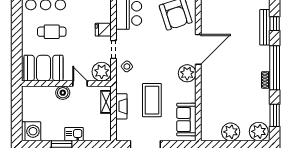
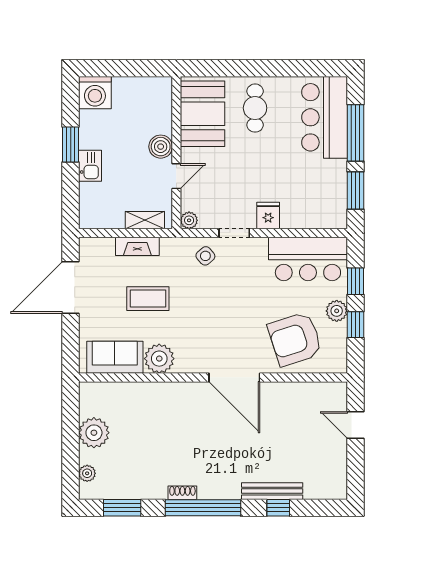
cafe table: (52, 32) -> (255, 108), moved
plant: (102, 72) -> (189, 220), width x0.53, depth x0.53
plant: (187, 73) -> (159, 359), moved
coffee table: (152, 100) -> (148, 299), width x0.73, depth x0.76
plant: (259, 131) -> (87, 473), width x0.53, depth x0.53

